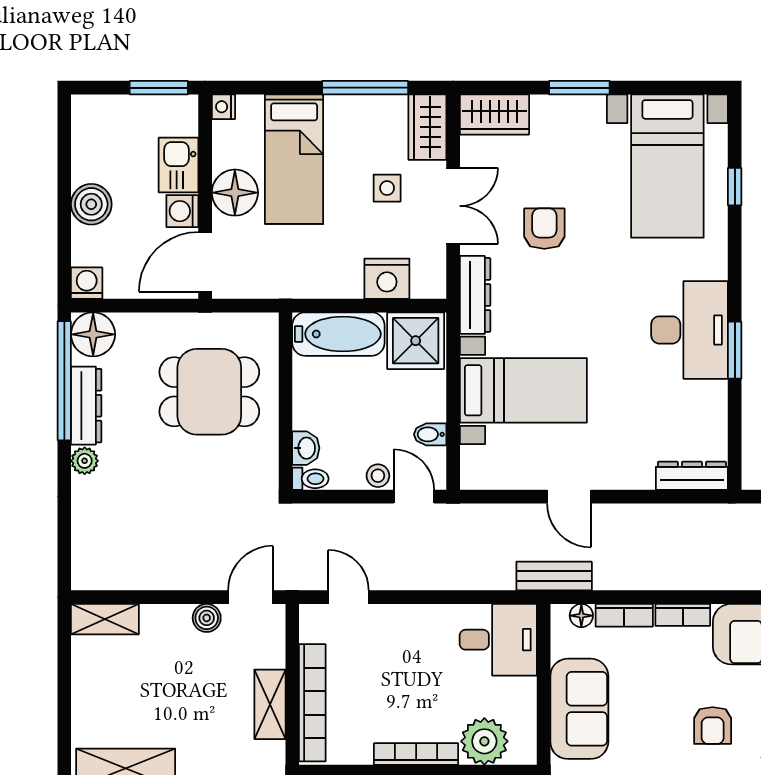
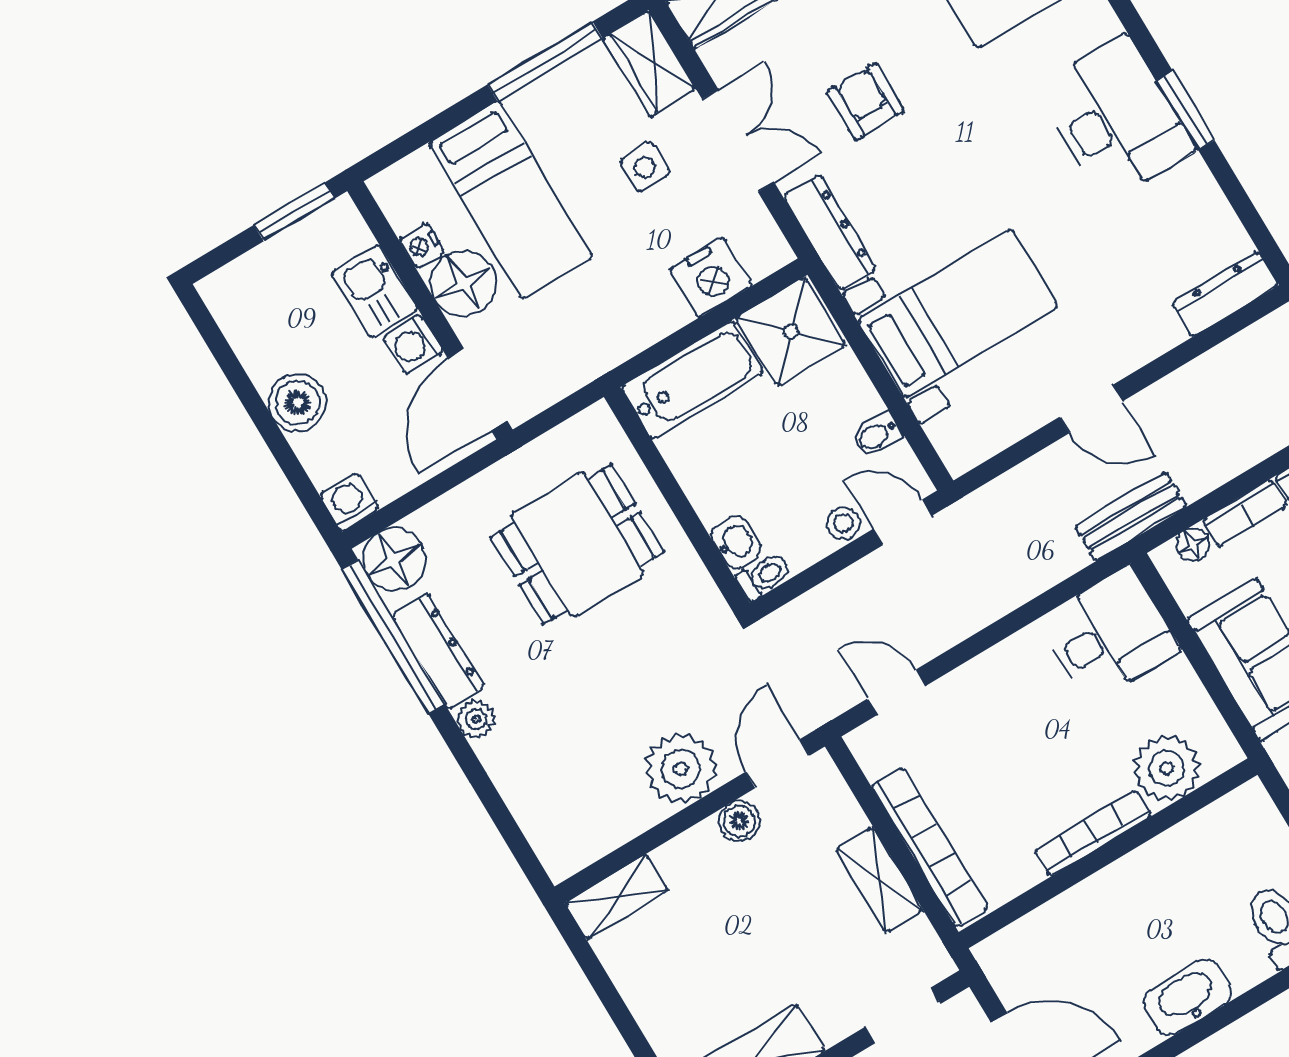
nightstand: (223, 107) -> (421, 246), moved
plant: (190, 565) -> (681, 769), added

